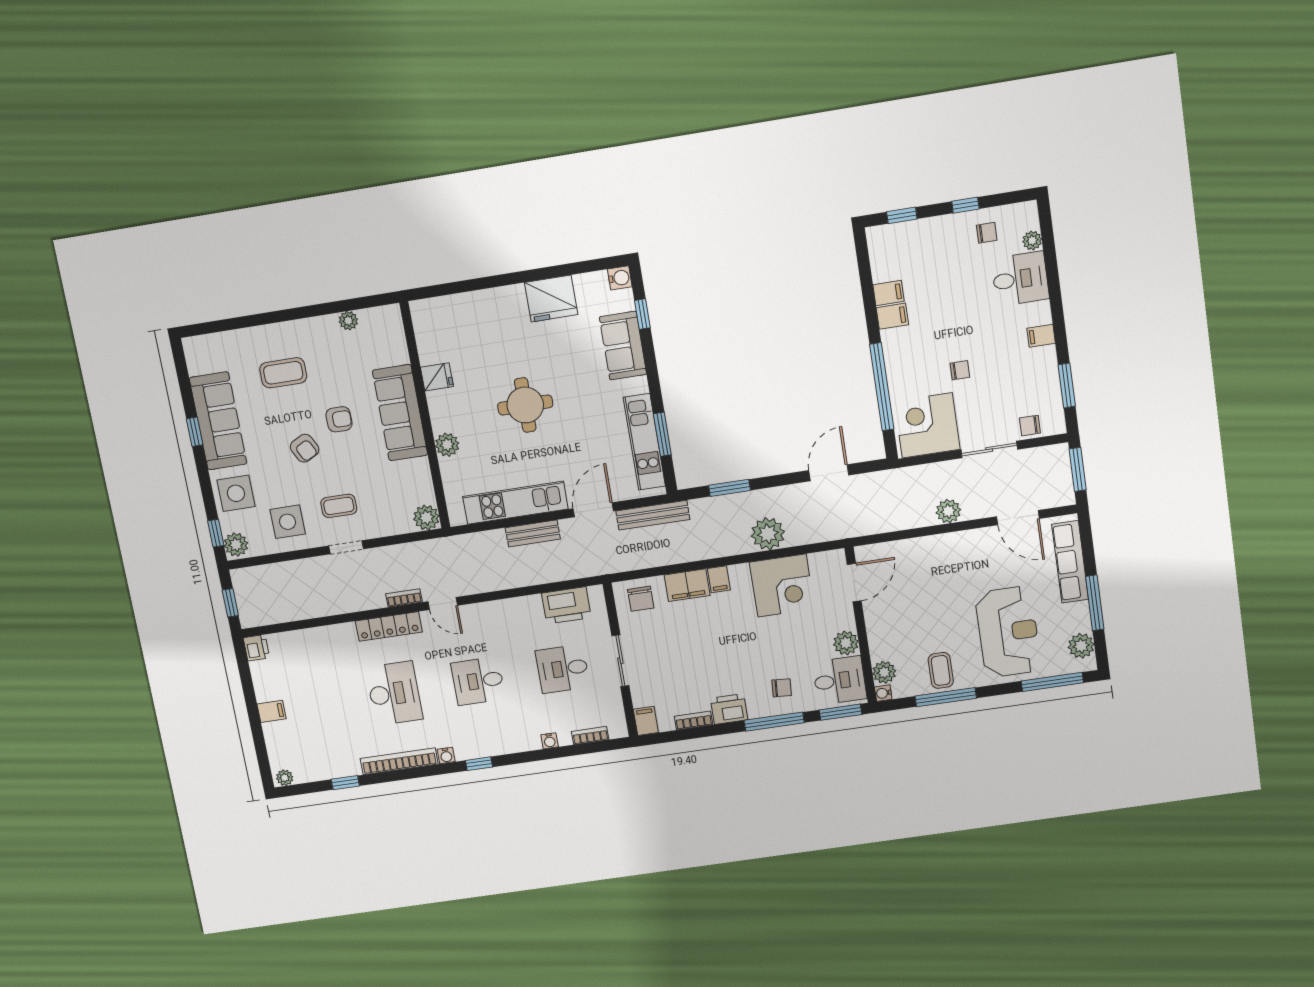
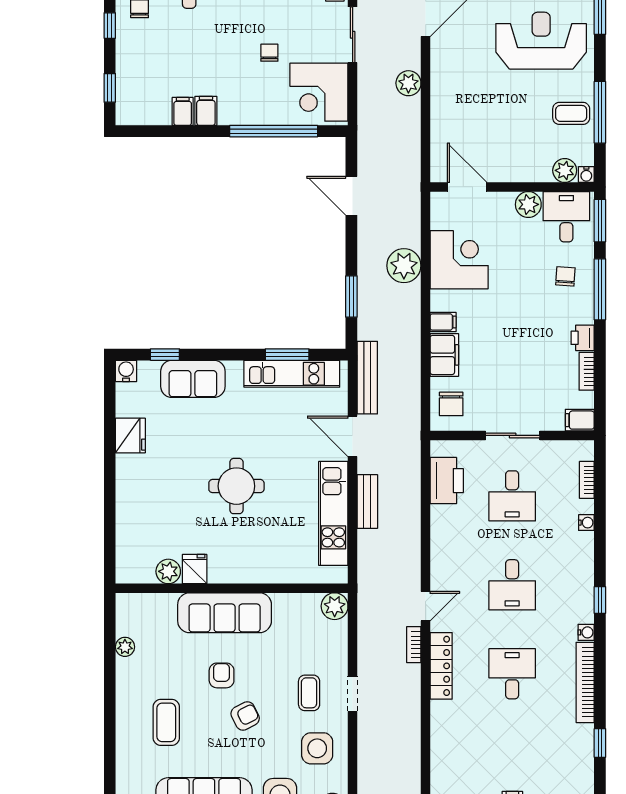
fridge: (551, 299) -> (130, 436), width x0.73, depth x0.75
plant: (447, 445) -> (168, 571), moved
chair: (641, 599) -> (451, 404), turned 90
desk: (394, 693) -> (512, 674), width x0.73
printer: (729, 709) -> (583, 338), width x0.73, depth x0.81

